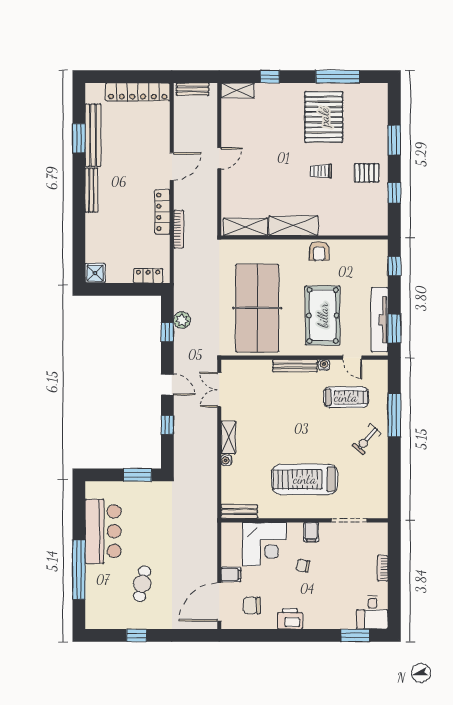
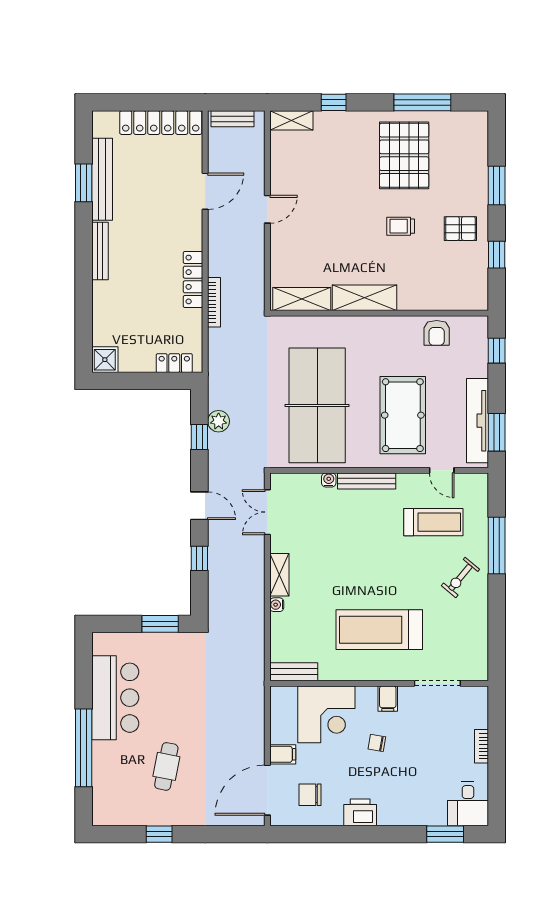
door: (172, 166) -> (205, 191), moved
armchair: (319, 251) -> (437, 333), moved
water cooler: (324, 365) -> (329, 480), moved

